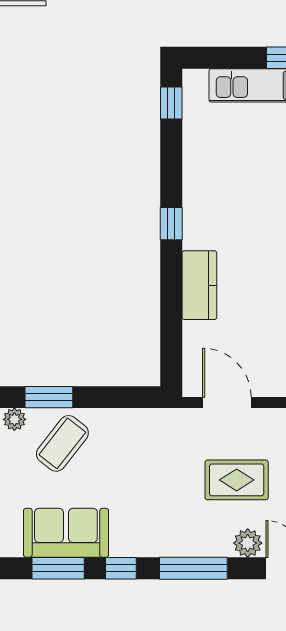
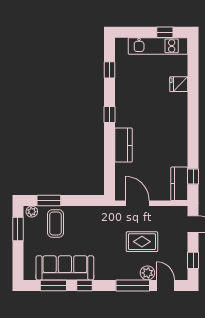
window: (171, 103) -> (110, 70), moved
coffee table: (62, 443) -> (56, 224), turned -38
sofa: (66, 533) -> (65, 268), width x1.36
window: (193, 568) -> (133, 285), moved

